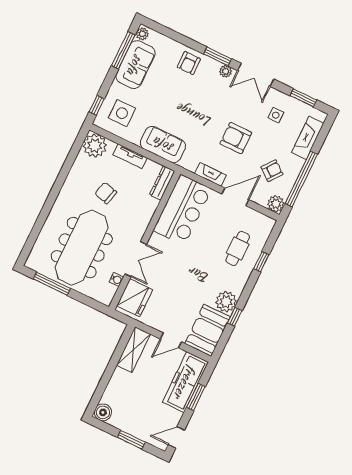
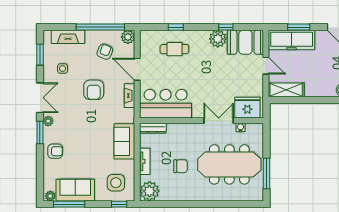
armchair: (272, 171) -> (105, 52), turned 74
chair: (106, 193) -> (180, 166), turned -104

